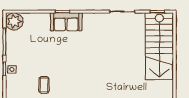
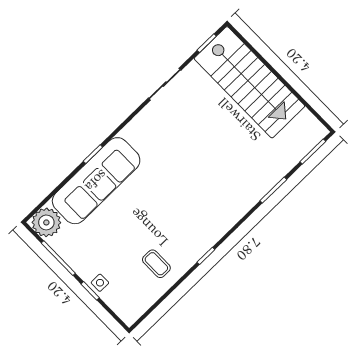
sofa: (66, 22) -> (96, 181), width x1.85, depth x1.27

